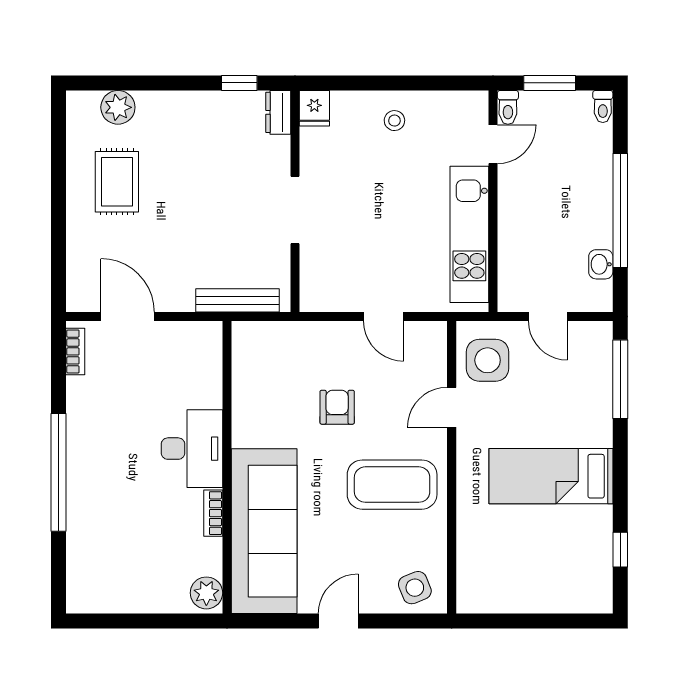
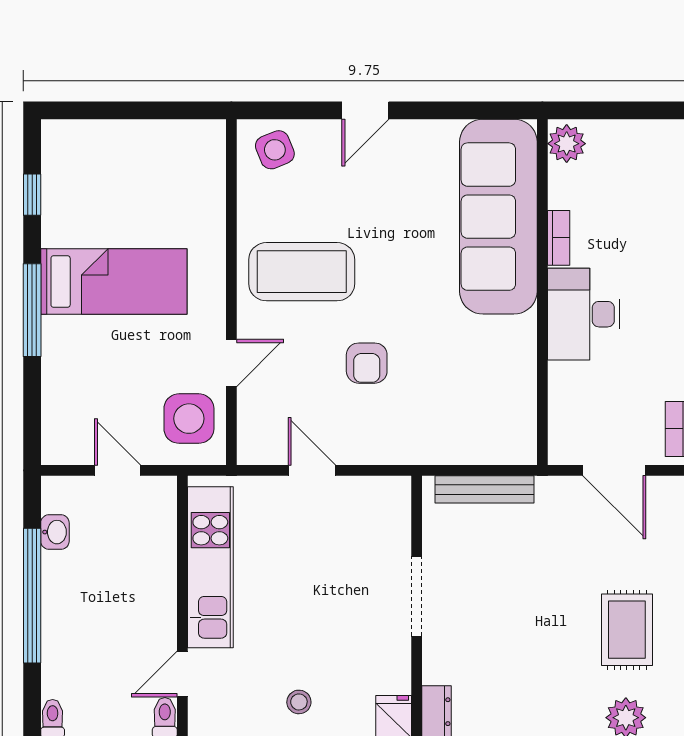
window: (620, 379) -> (32, 310), moved
desk: (192, 449) -> (584, 314), moved
wall: (227, 467) -> (542, 292), moved
bookcase: (213, 513) -> (559, 238), moved
sofa: (264, 531) -> (498, 217), moved
plant: (206, 593) -> (567, 144), moved

